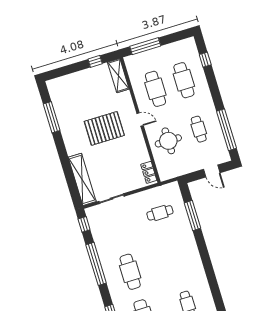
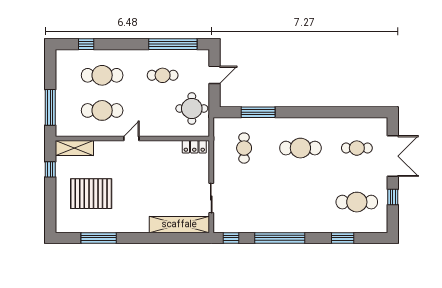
pallet: (104, 128) -> (91, 194), moved, turned 90
round table: (168, 141) -> (192, 108), moved
cafe table: (130, 272) -> (300, 148), moved

